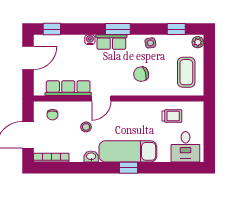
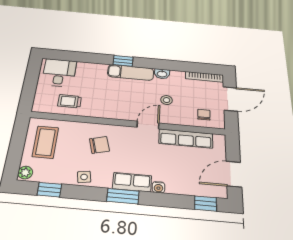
exam couch: (128, 151) -> (131, 72), width x0.73, depth x0.69

